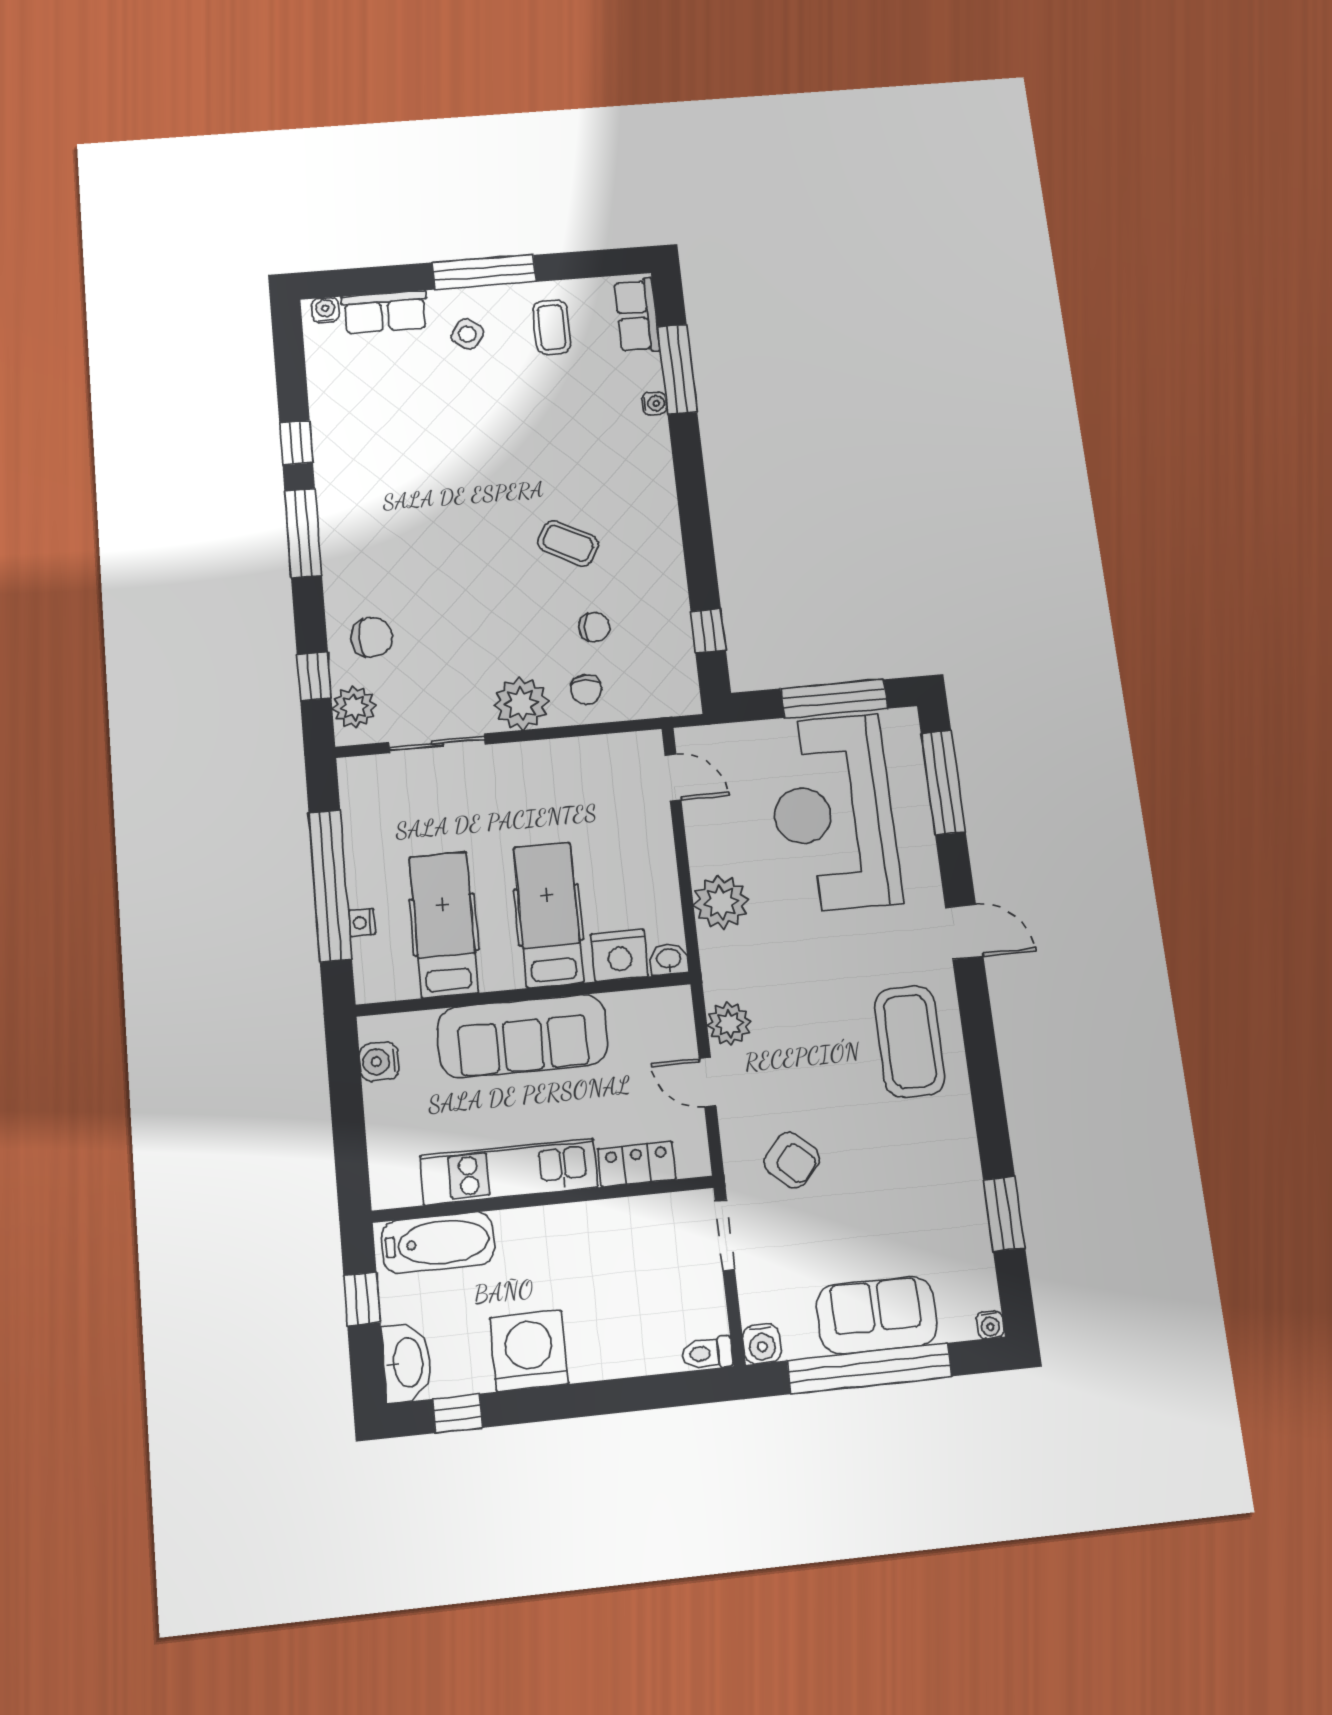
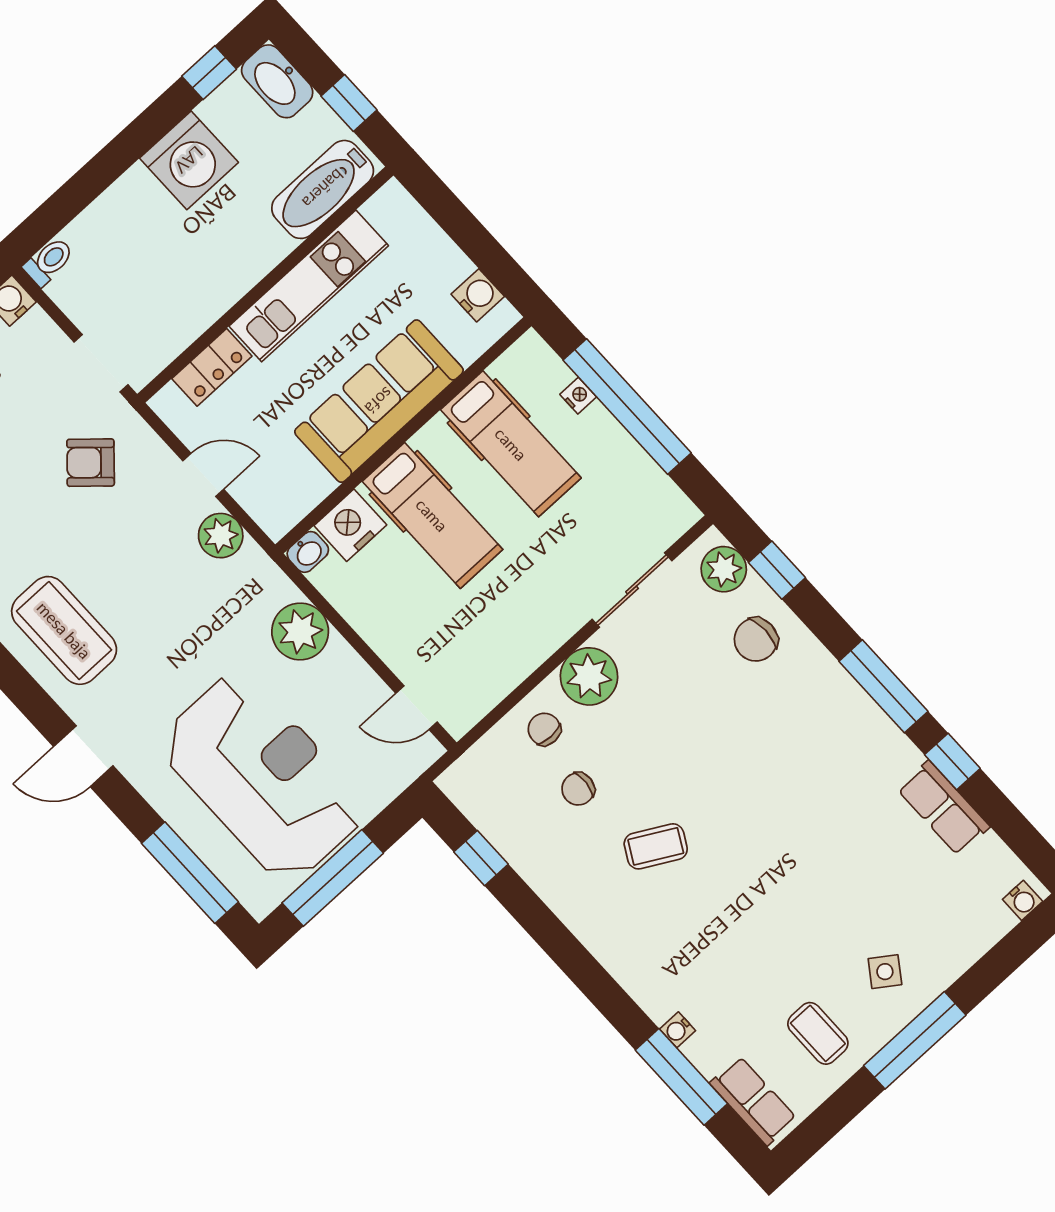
row of seats: (385, 312) -> (943, 808), moved, turned -90

